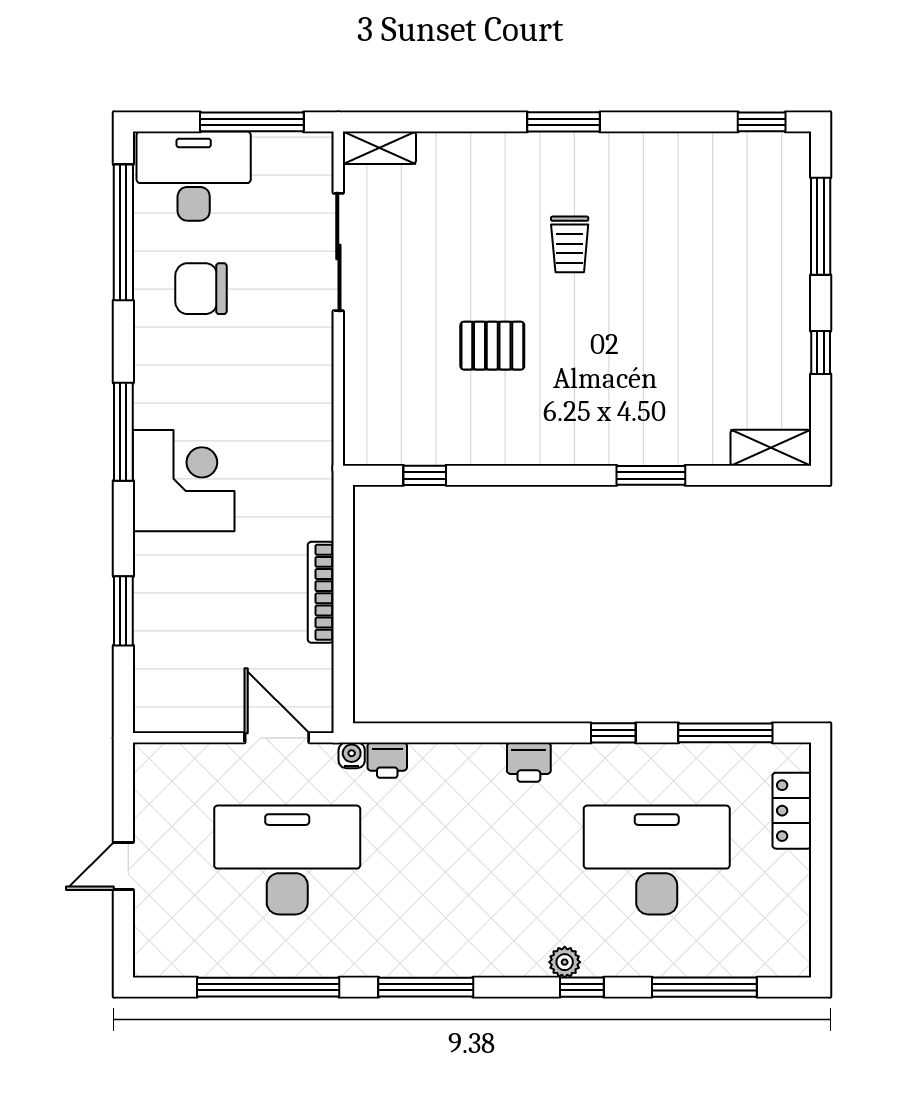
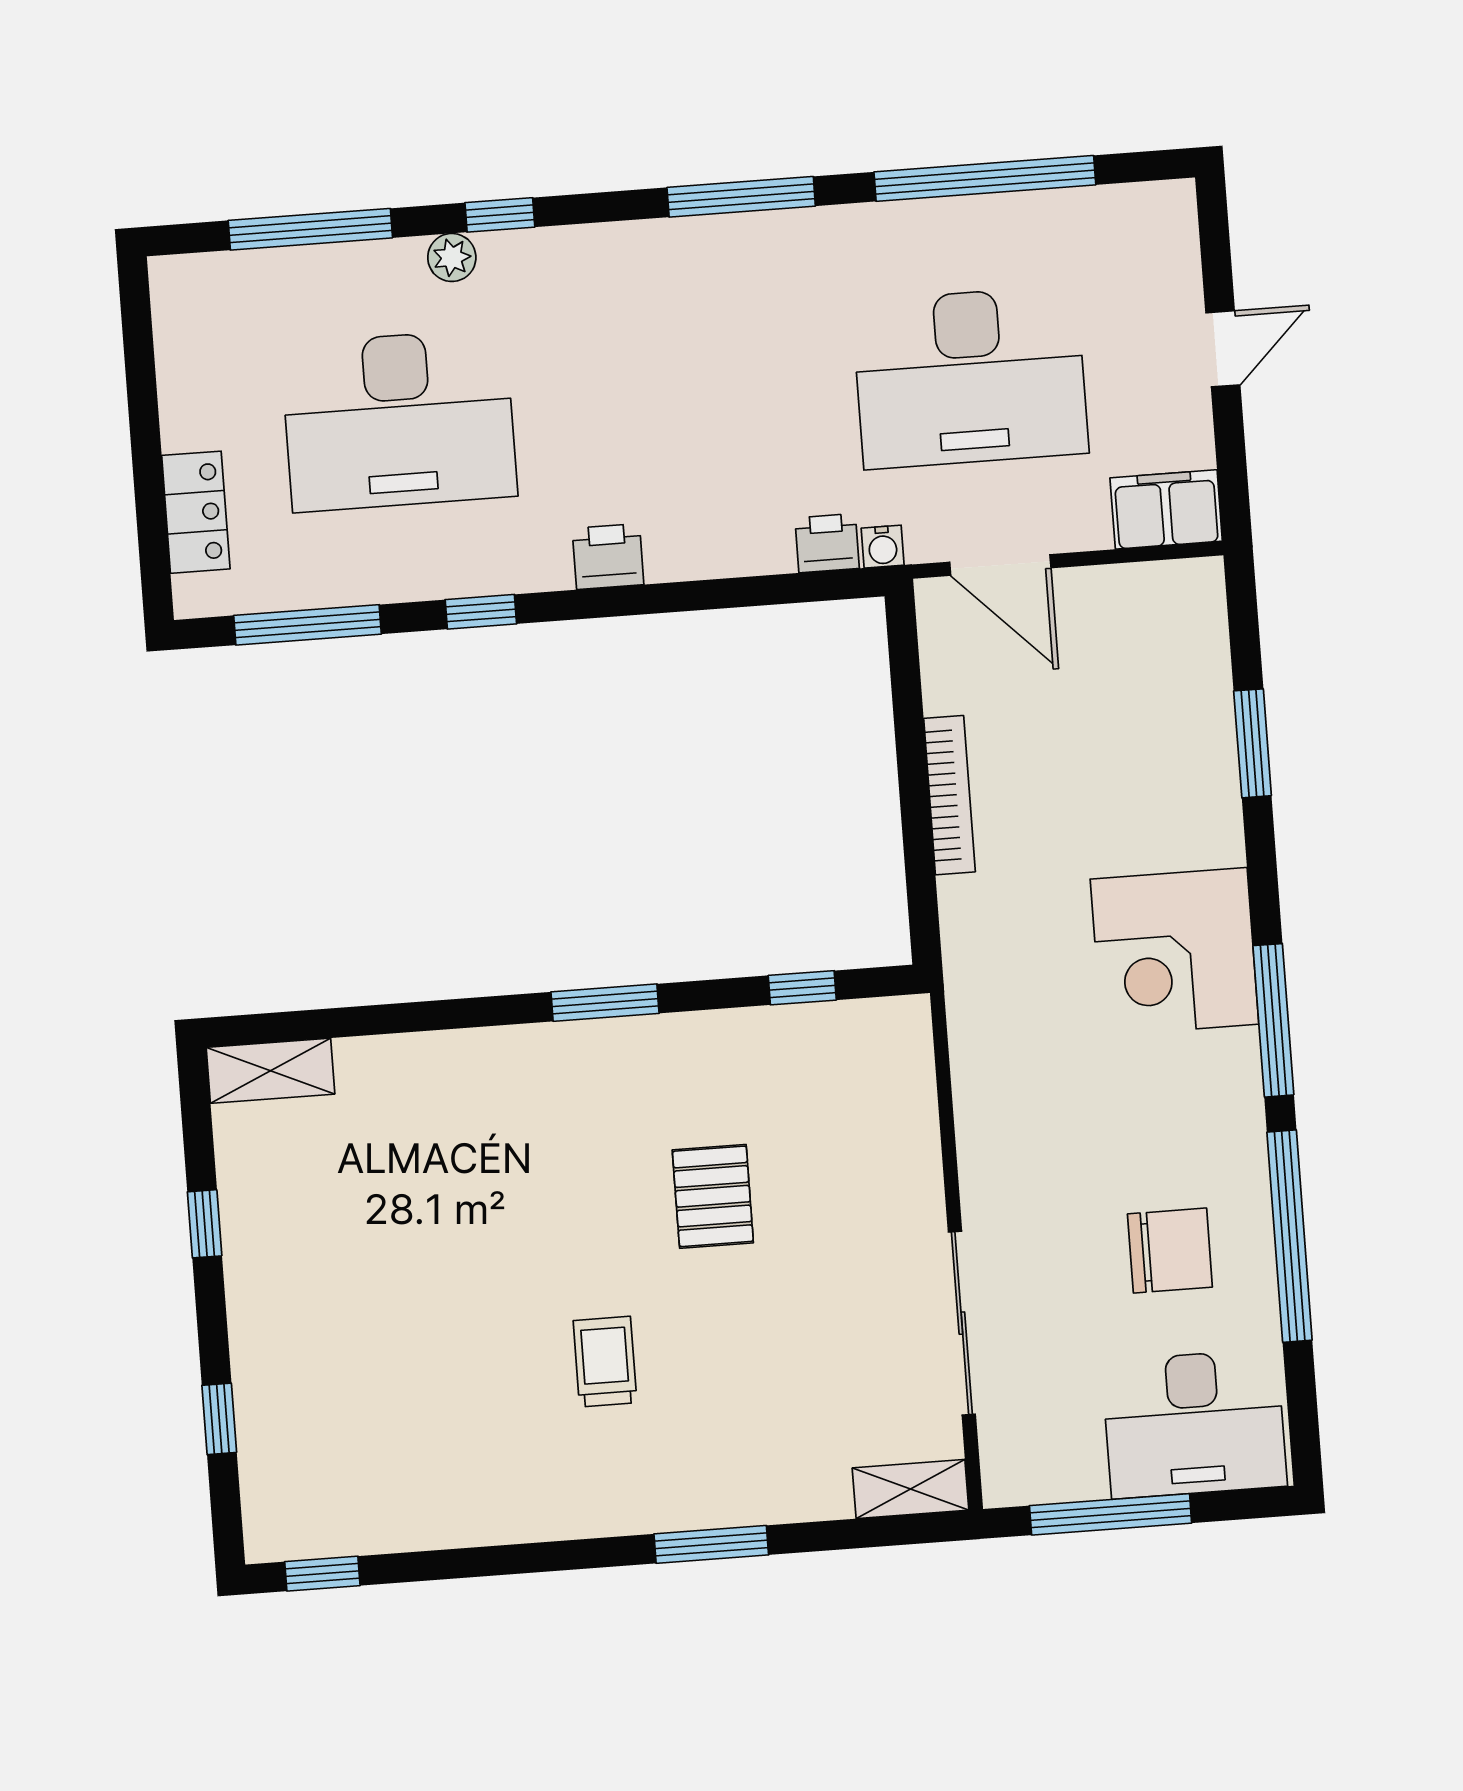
window: (563, 122) -> (711, 1544), moved
window: (821, 226) -> (219, 1419), width x0.46
window: (123, 232) -> (1290, 1236), moved
pallet: (492, 346) -> (713, 1196), turned 90
window: (651, 475) -> (605, 1003), moved
filing cabinet: (168, 765) -> (1166, 509), added
plant: (565, 962) -> (452, 257), moved

